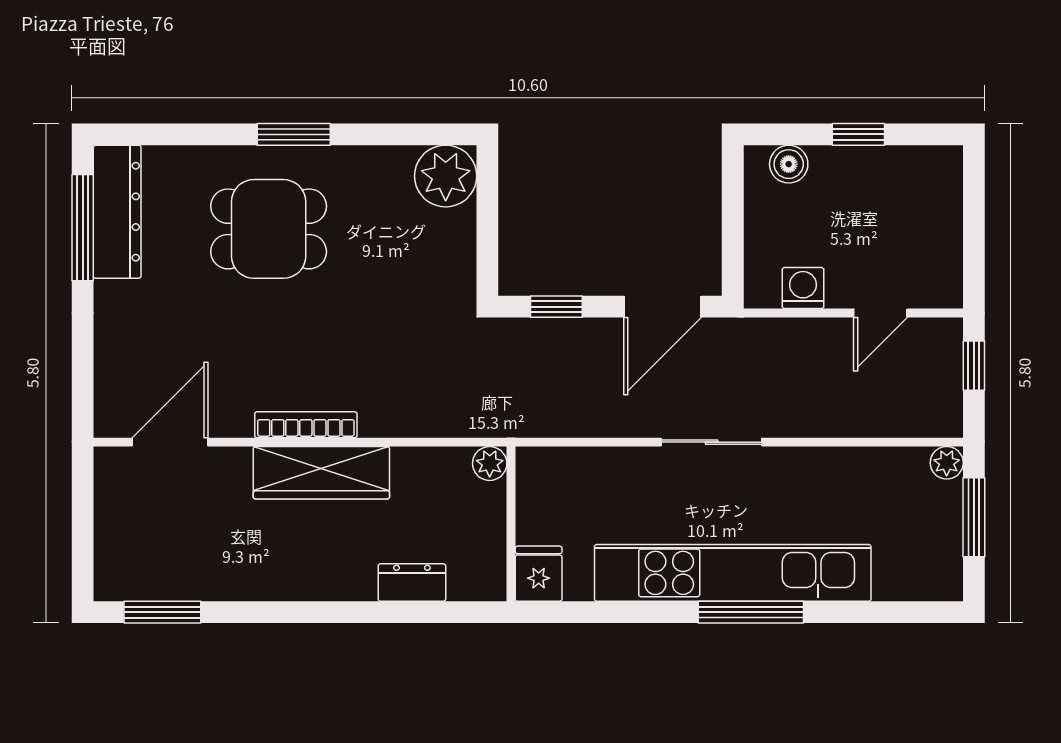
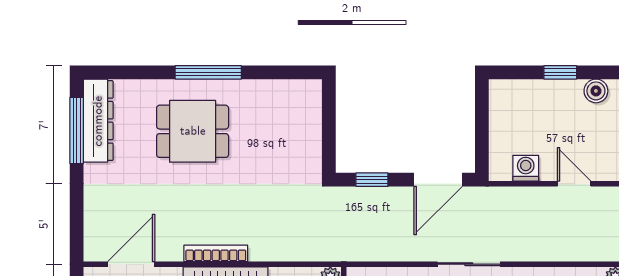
window: (294, 134) -> (208, 72), width x1.44
boiler: (789, 164) -> (596, 91), moved
plant: (446, 176) -> (303, 98), removed
door: (881, 313) -> (574, 184), swing flipped

